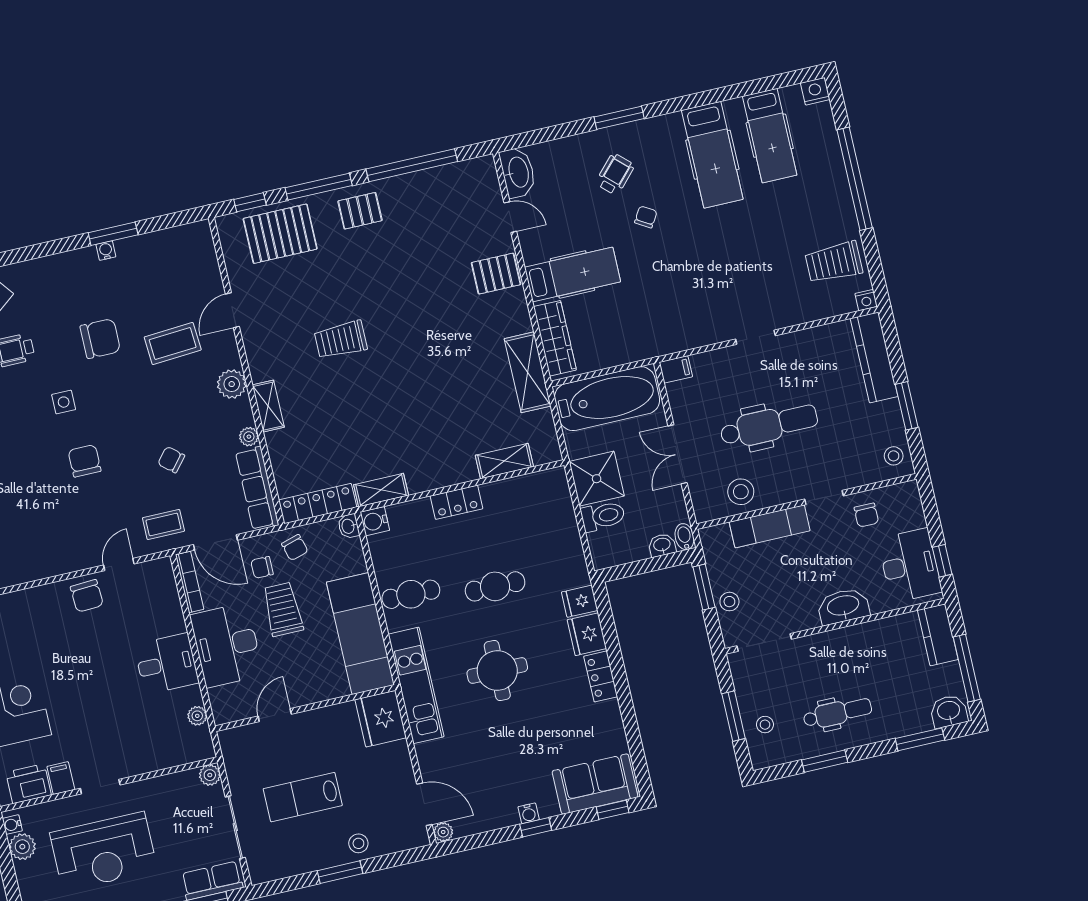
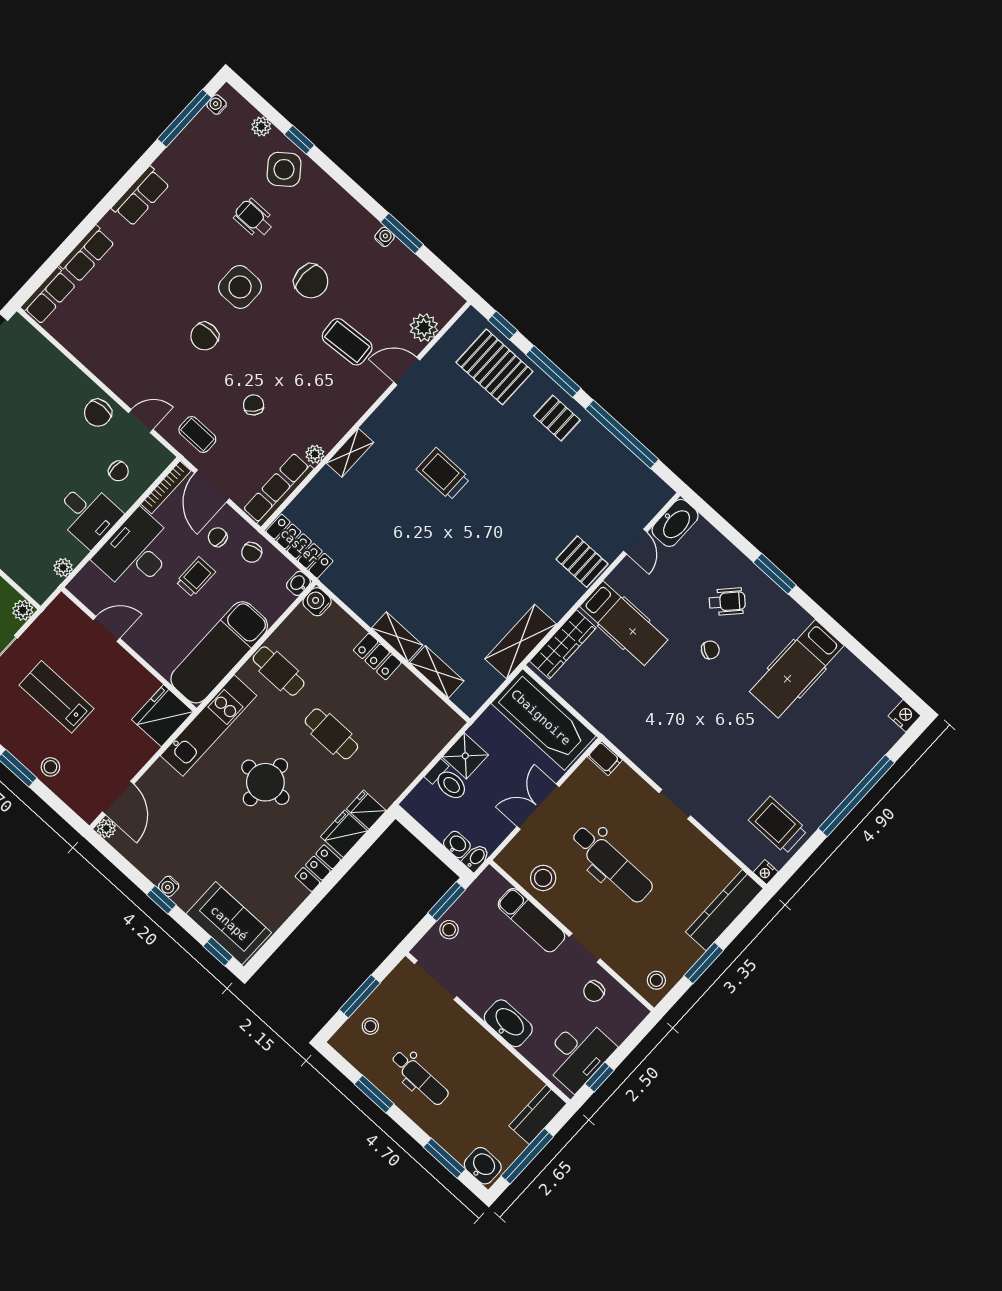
hospital bed: (770, 136) -> (844, 704), removed
plant: (232, 384) -> (424, 328), moved
side table: (64, 402) -> (240, 287), width x1.87, depth x1.87
chair: (85, 461) -> (205, 336), turned 180
shower: (597, 479) -> (465, 756), width x0.73, depth x0.73
shelving: (381, 490) -> (397, 637), moved
trolley: (283, 609) -> (196, 577), width x0.73, depth x0.72
chair: (148, 613) -> (118, 471), added

